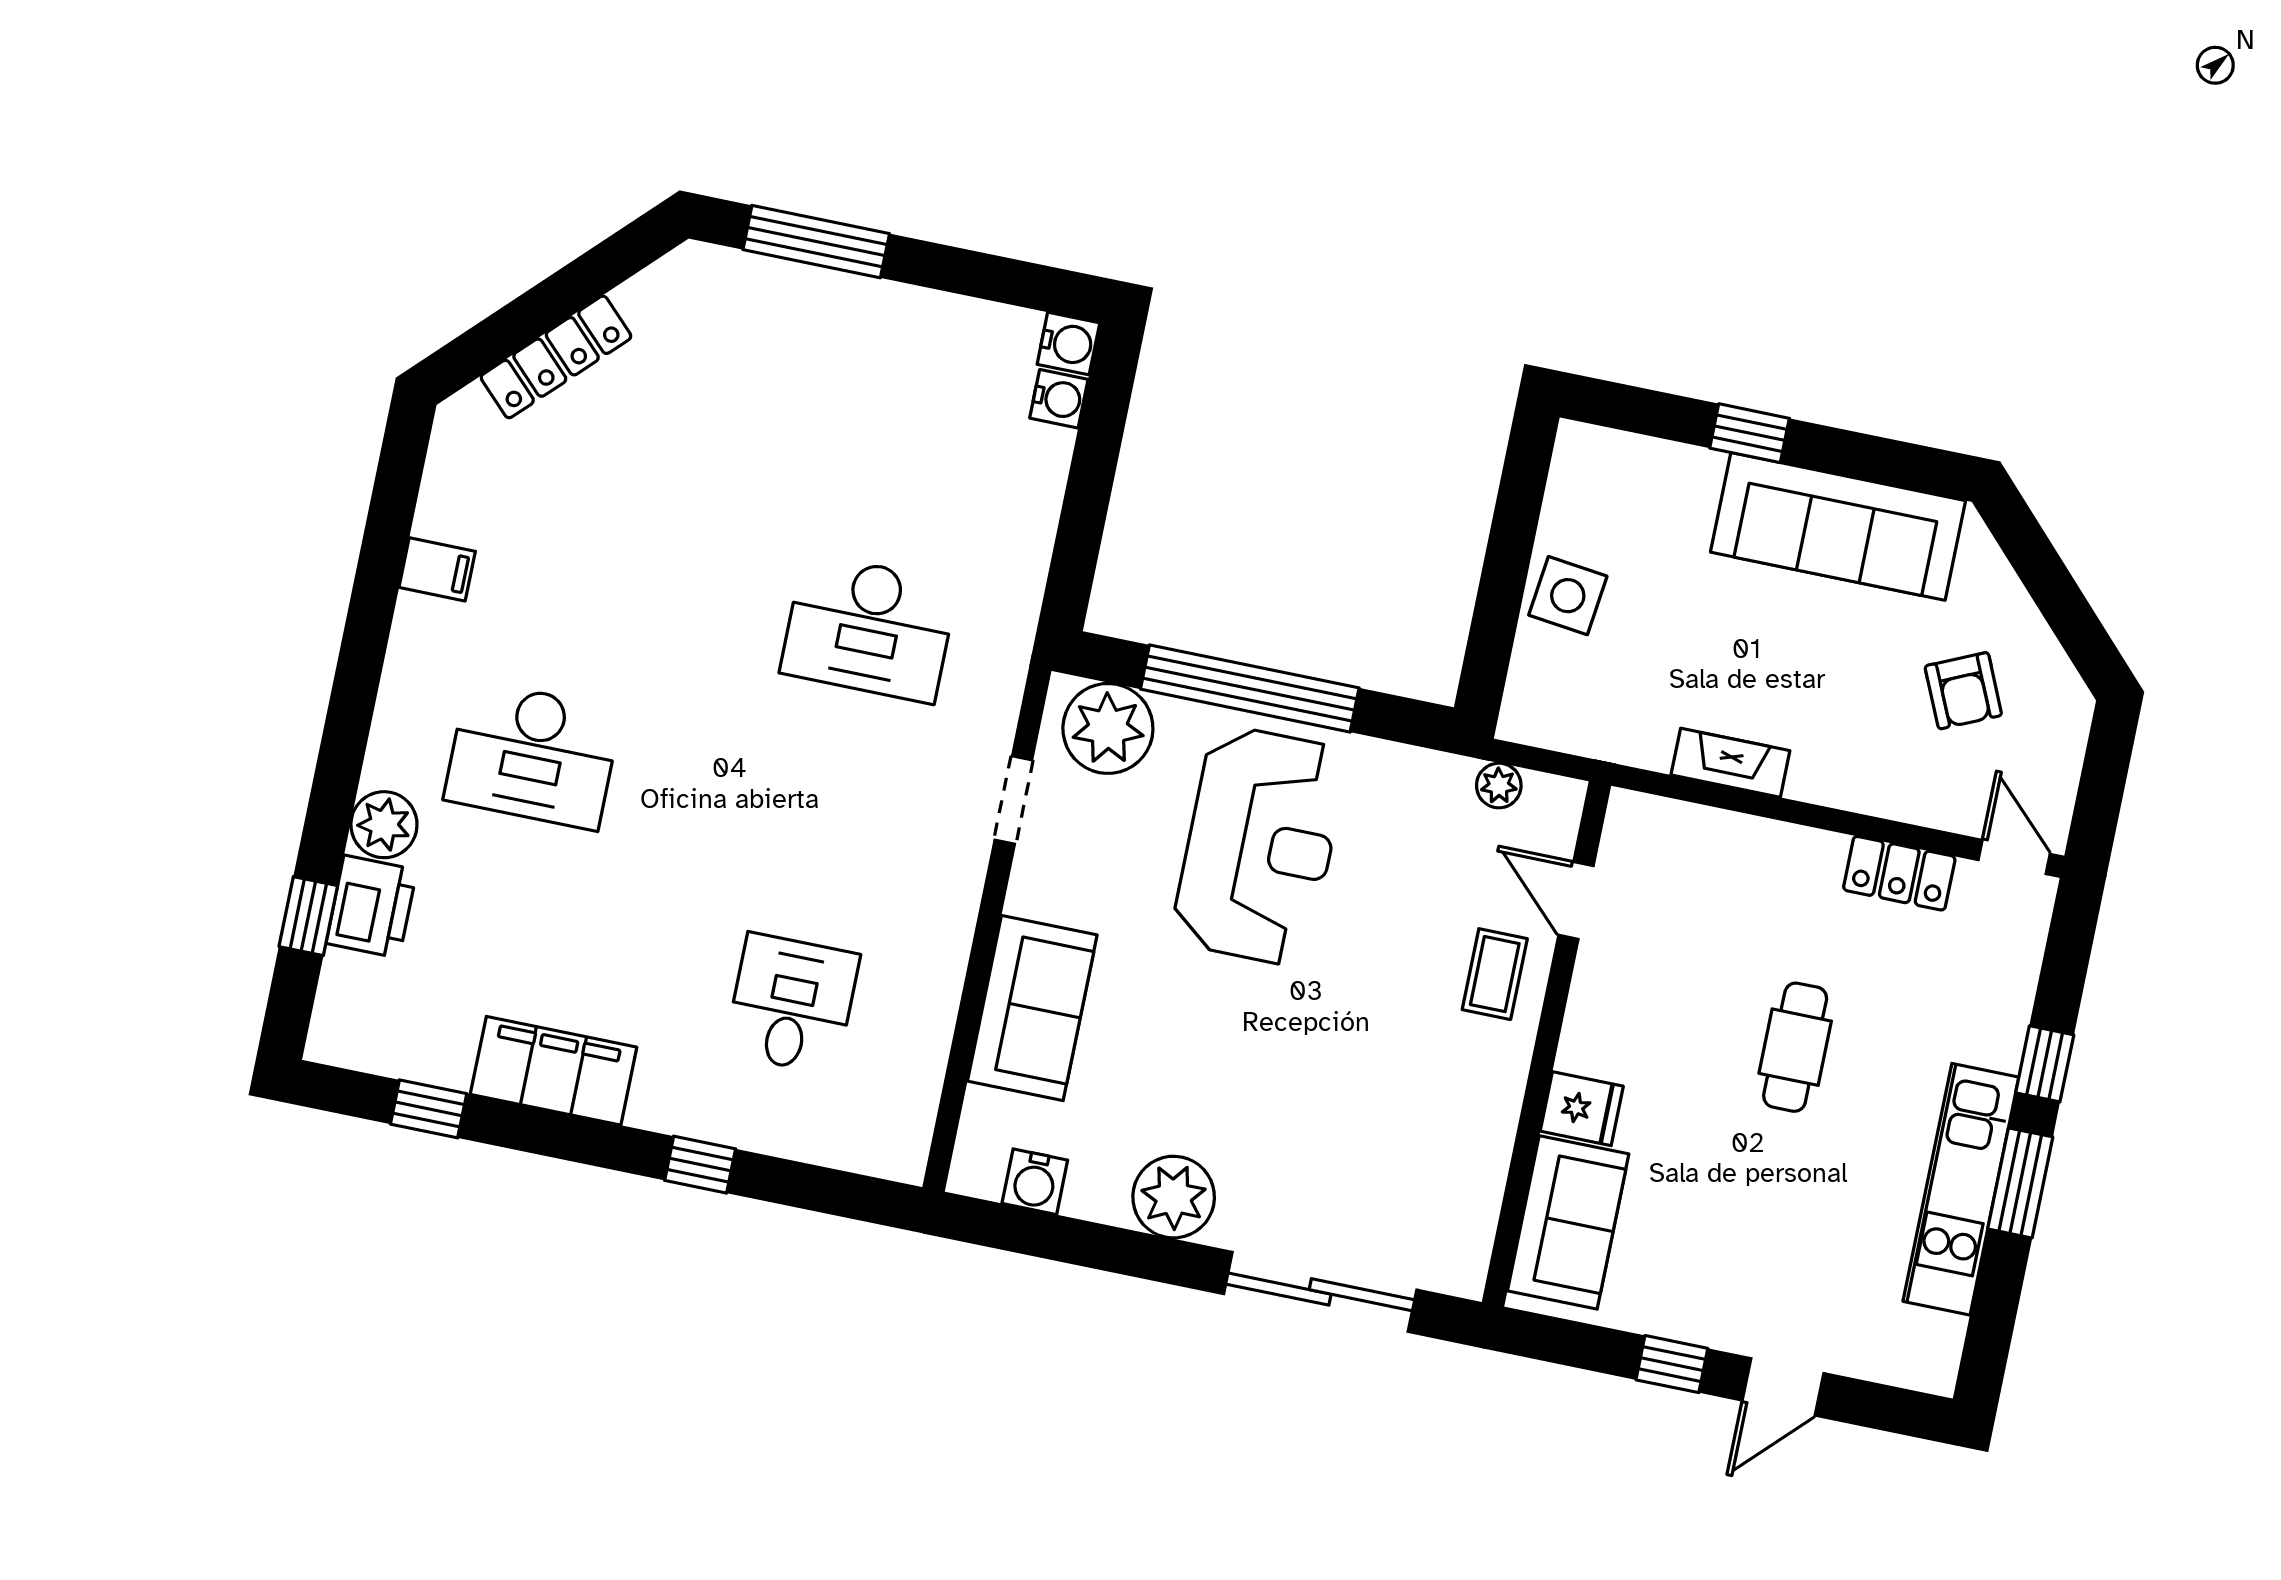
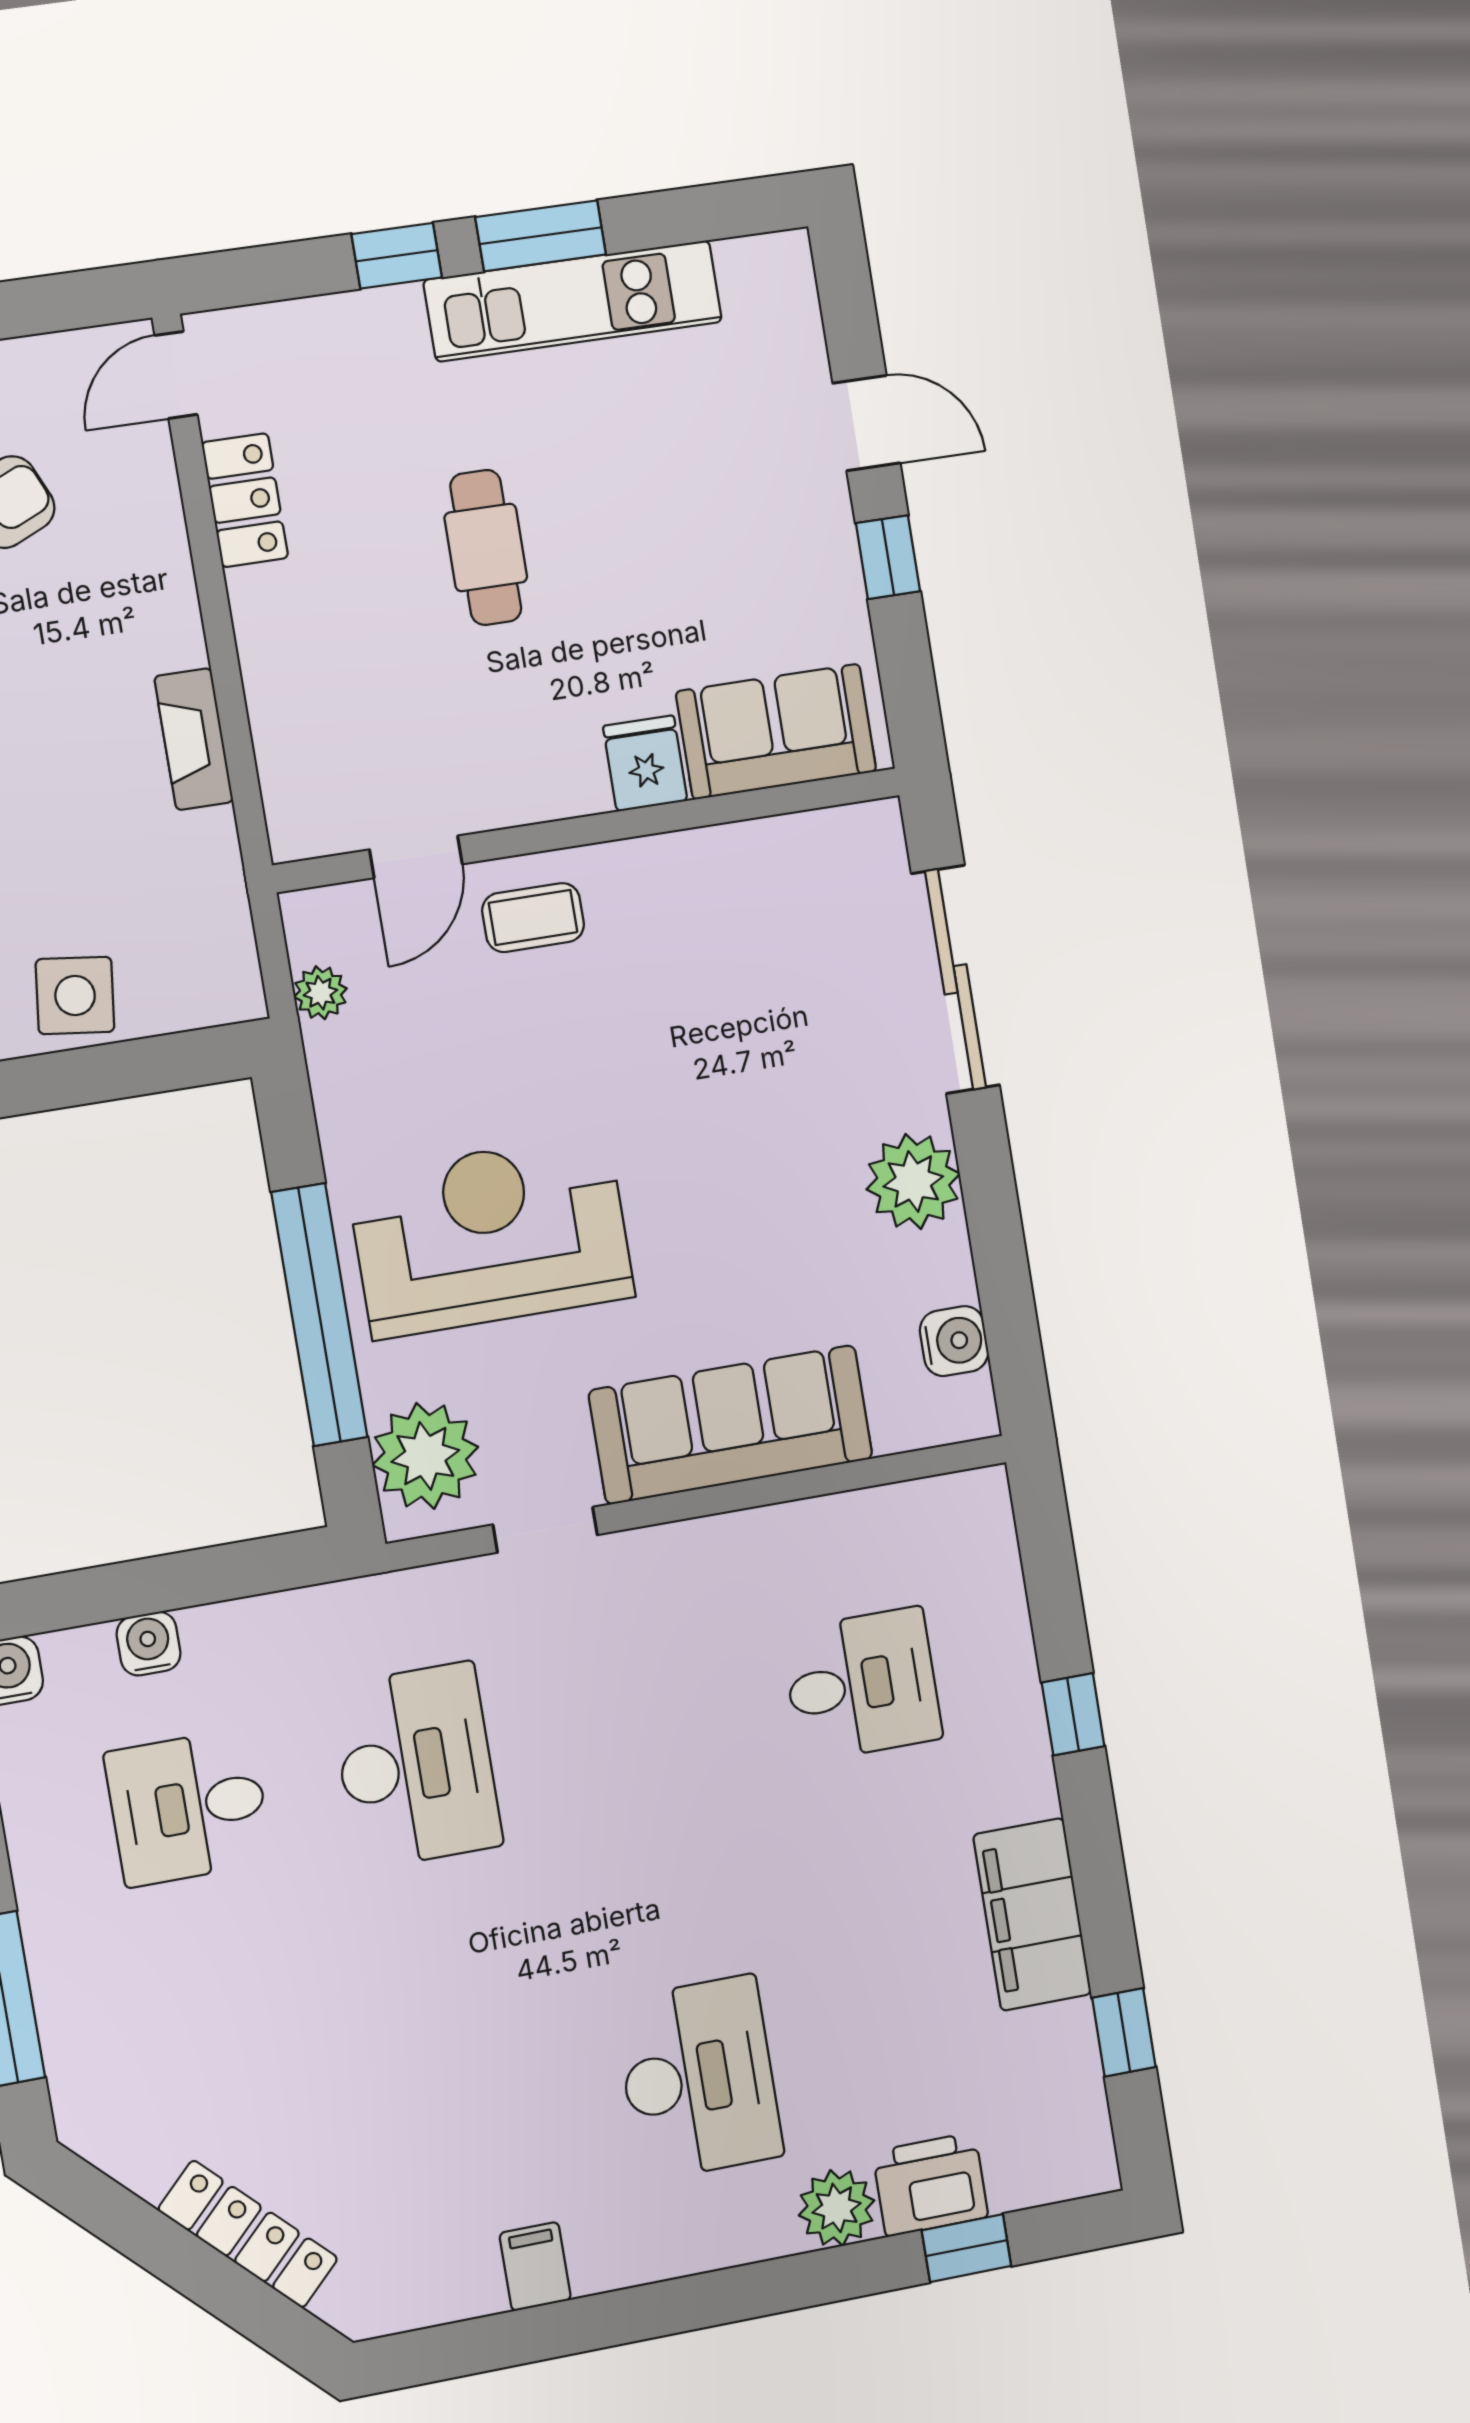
water cooler: (1059, 399) -> (149, 1644), moved
desk: (908, 440) -> (188, 1807), added
desk: (792, 1004) -> (862, 1685), turned 180
sofa: (1032, 1008) -> (731, 1425), width x1.36
cafe table: (1795, 1047) -> (486, 547), turned 90

